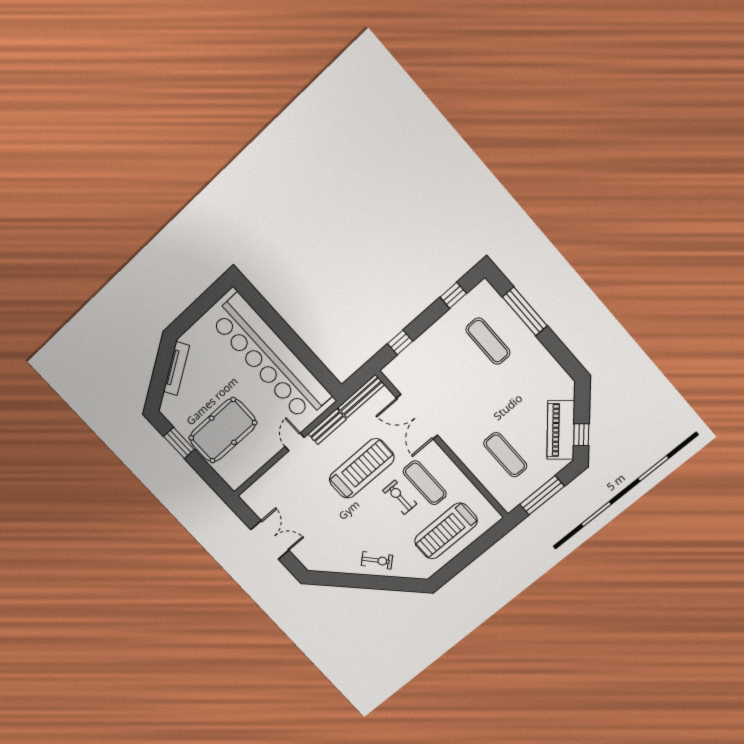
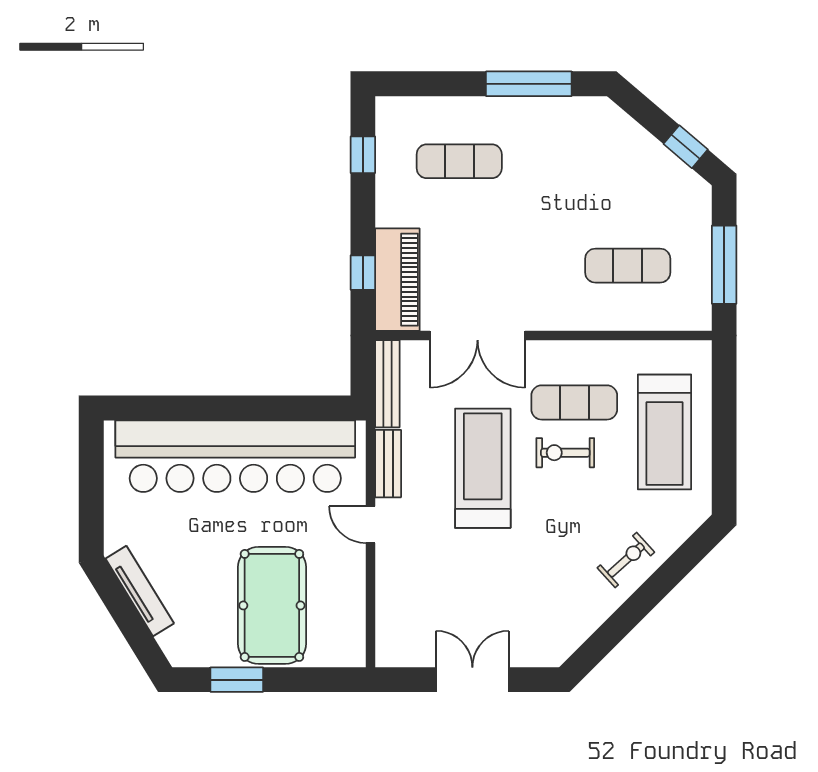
window: (525, 311) -> (529, 84), moved
piano: (561, 430) -> (397, 280), moved, turned -130

